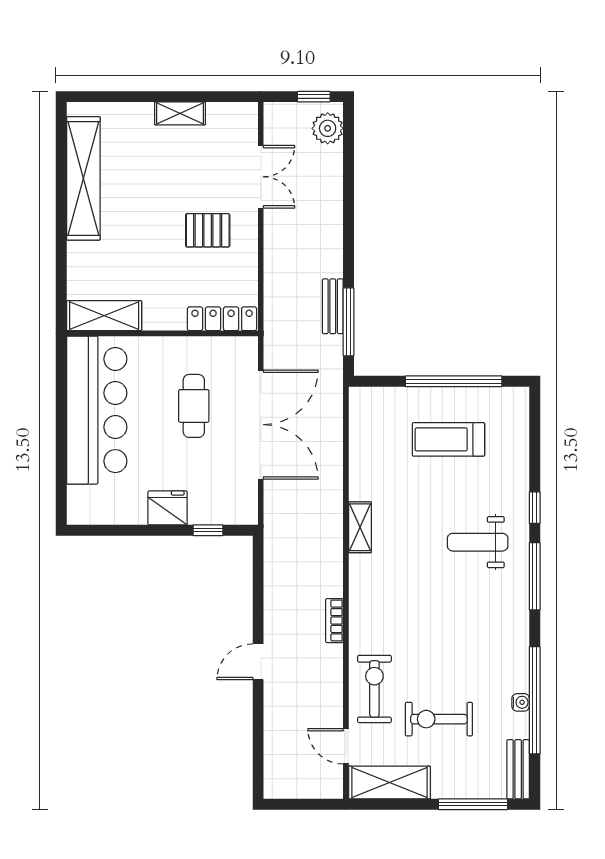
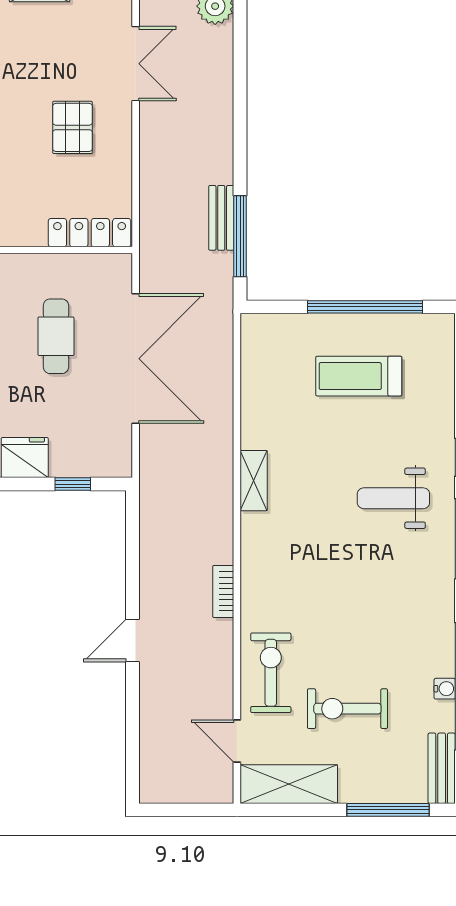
pallet: (208, 230) -> (72, 127), turned 90

